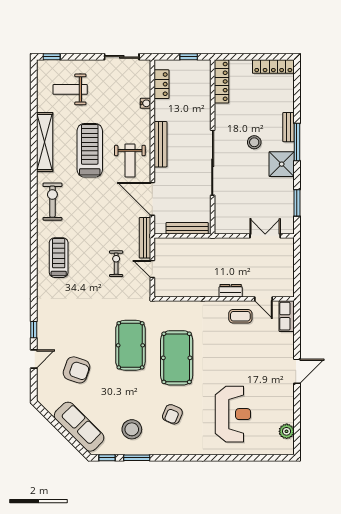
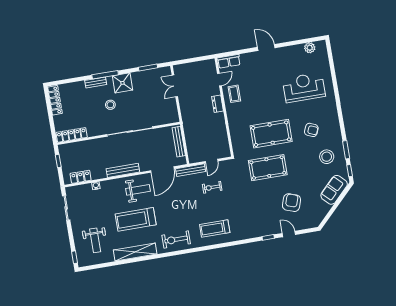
sofa: (79, 427) -> (334, 190), width x0.73

